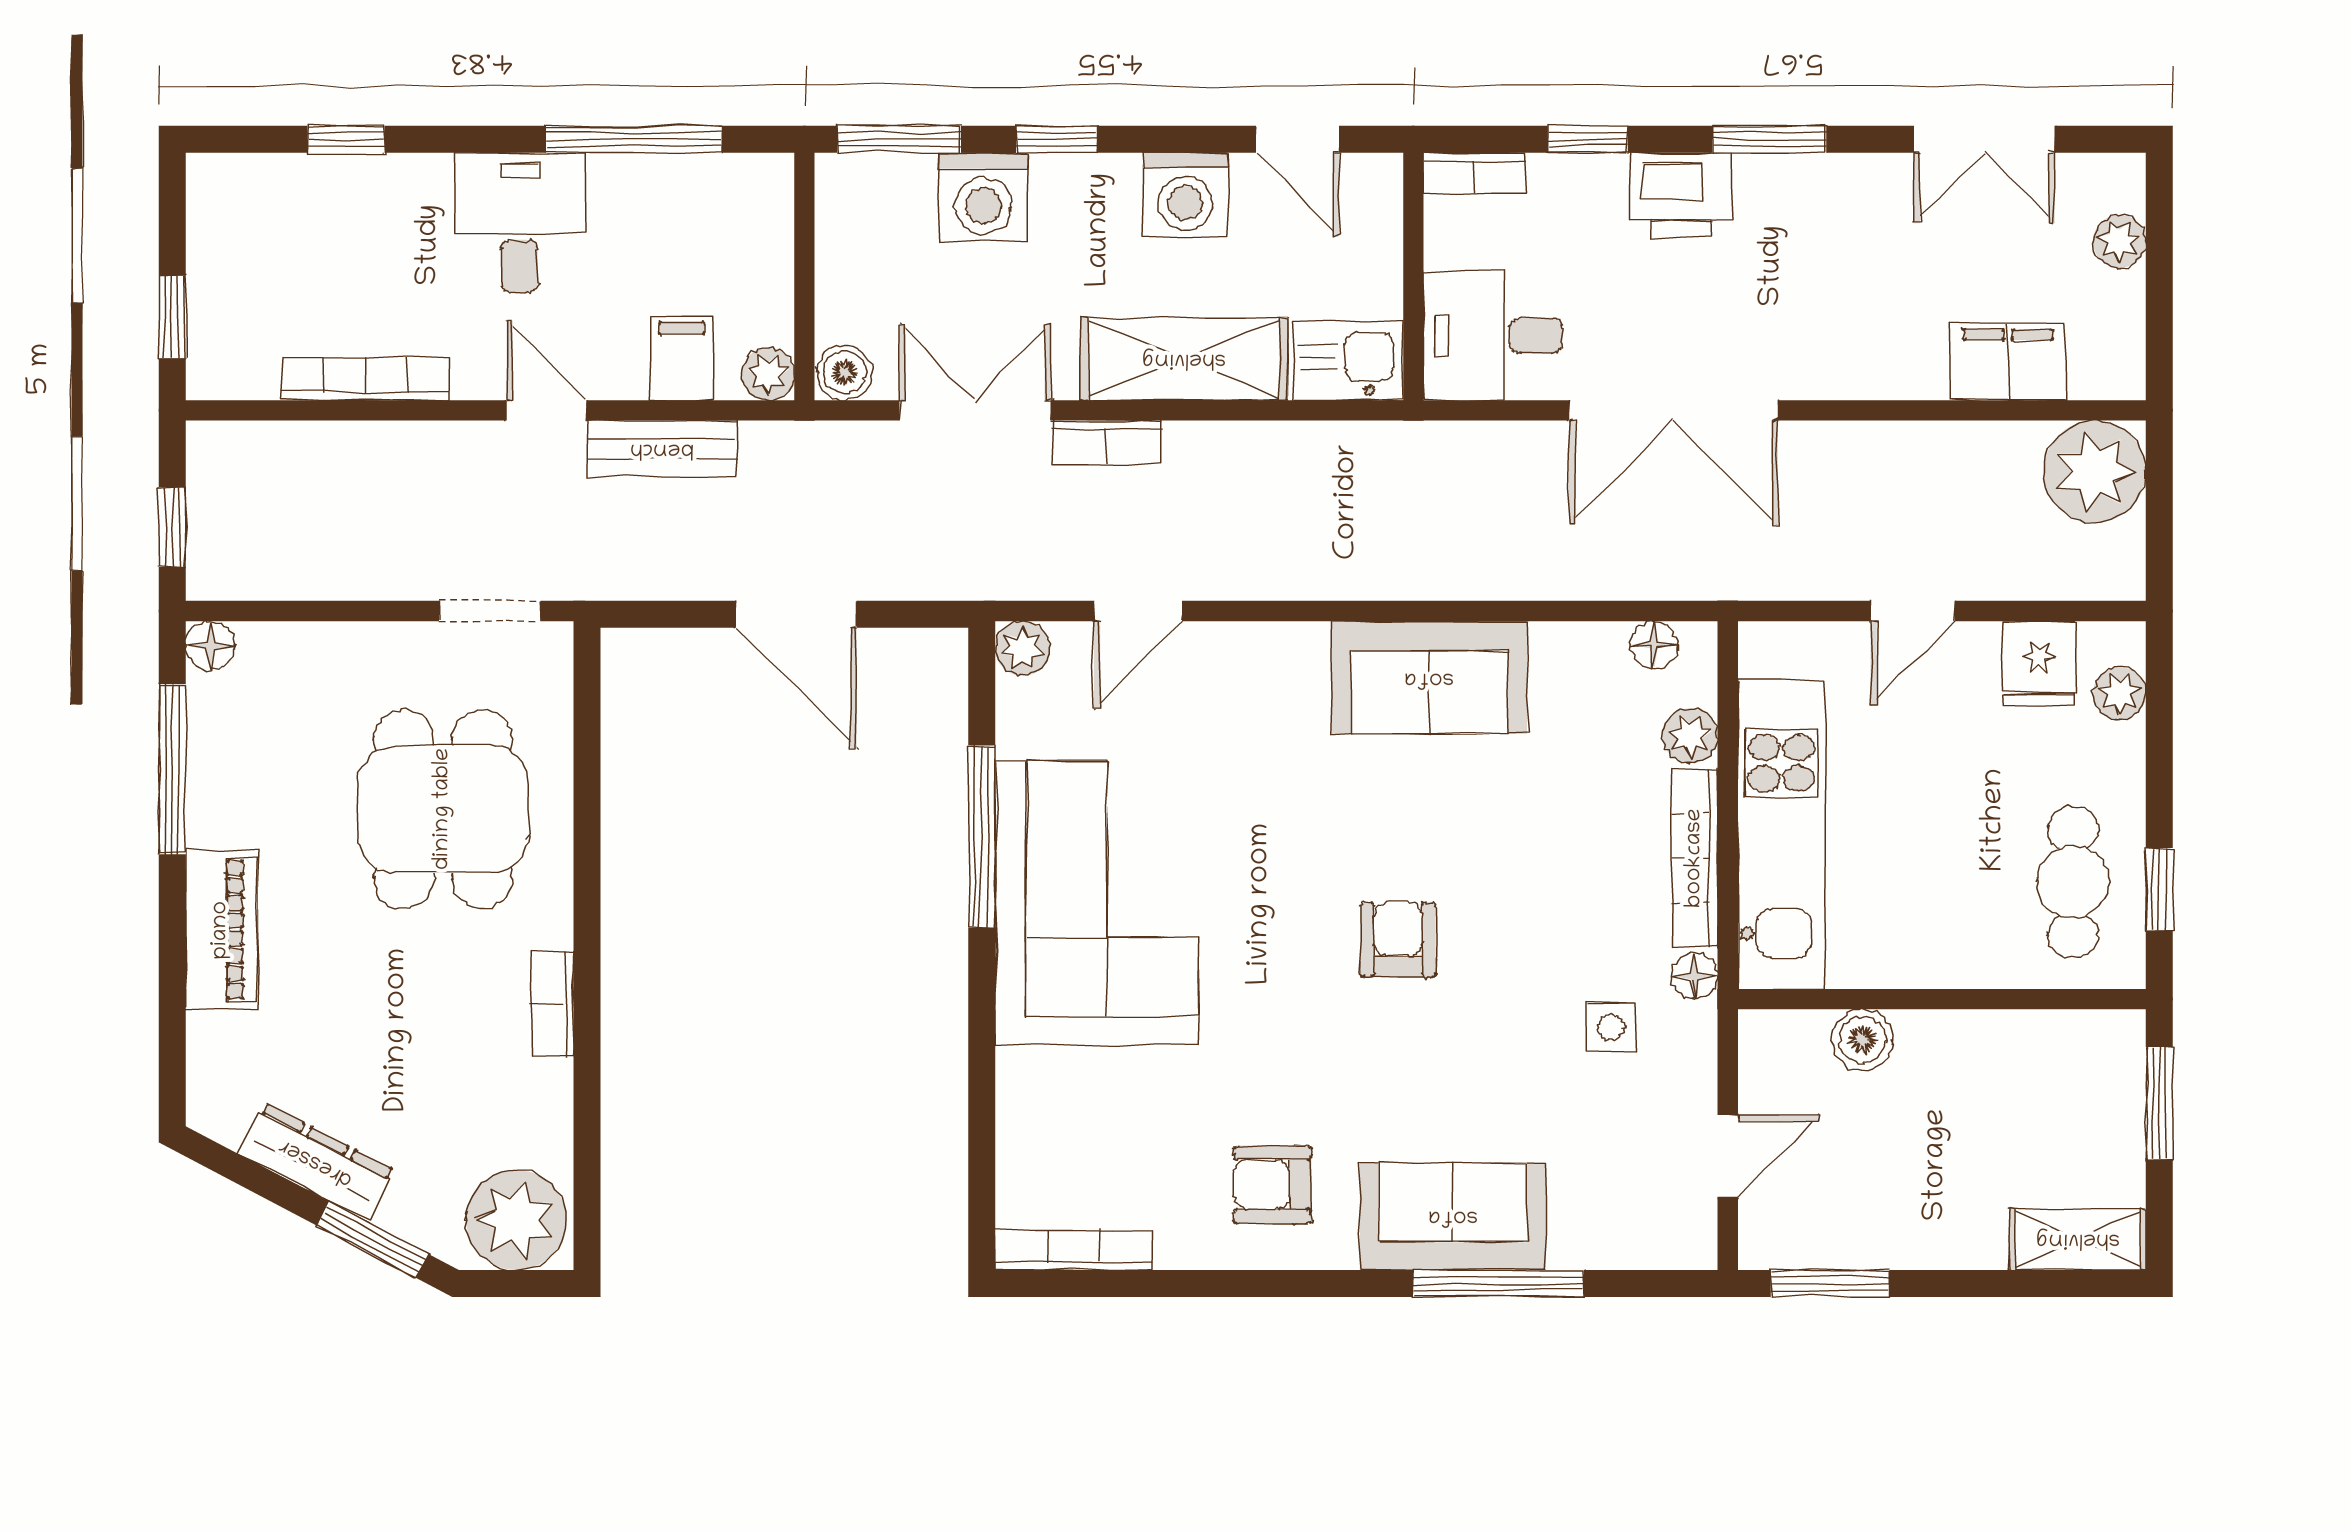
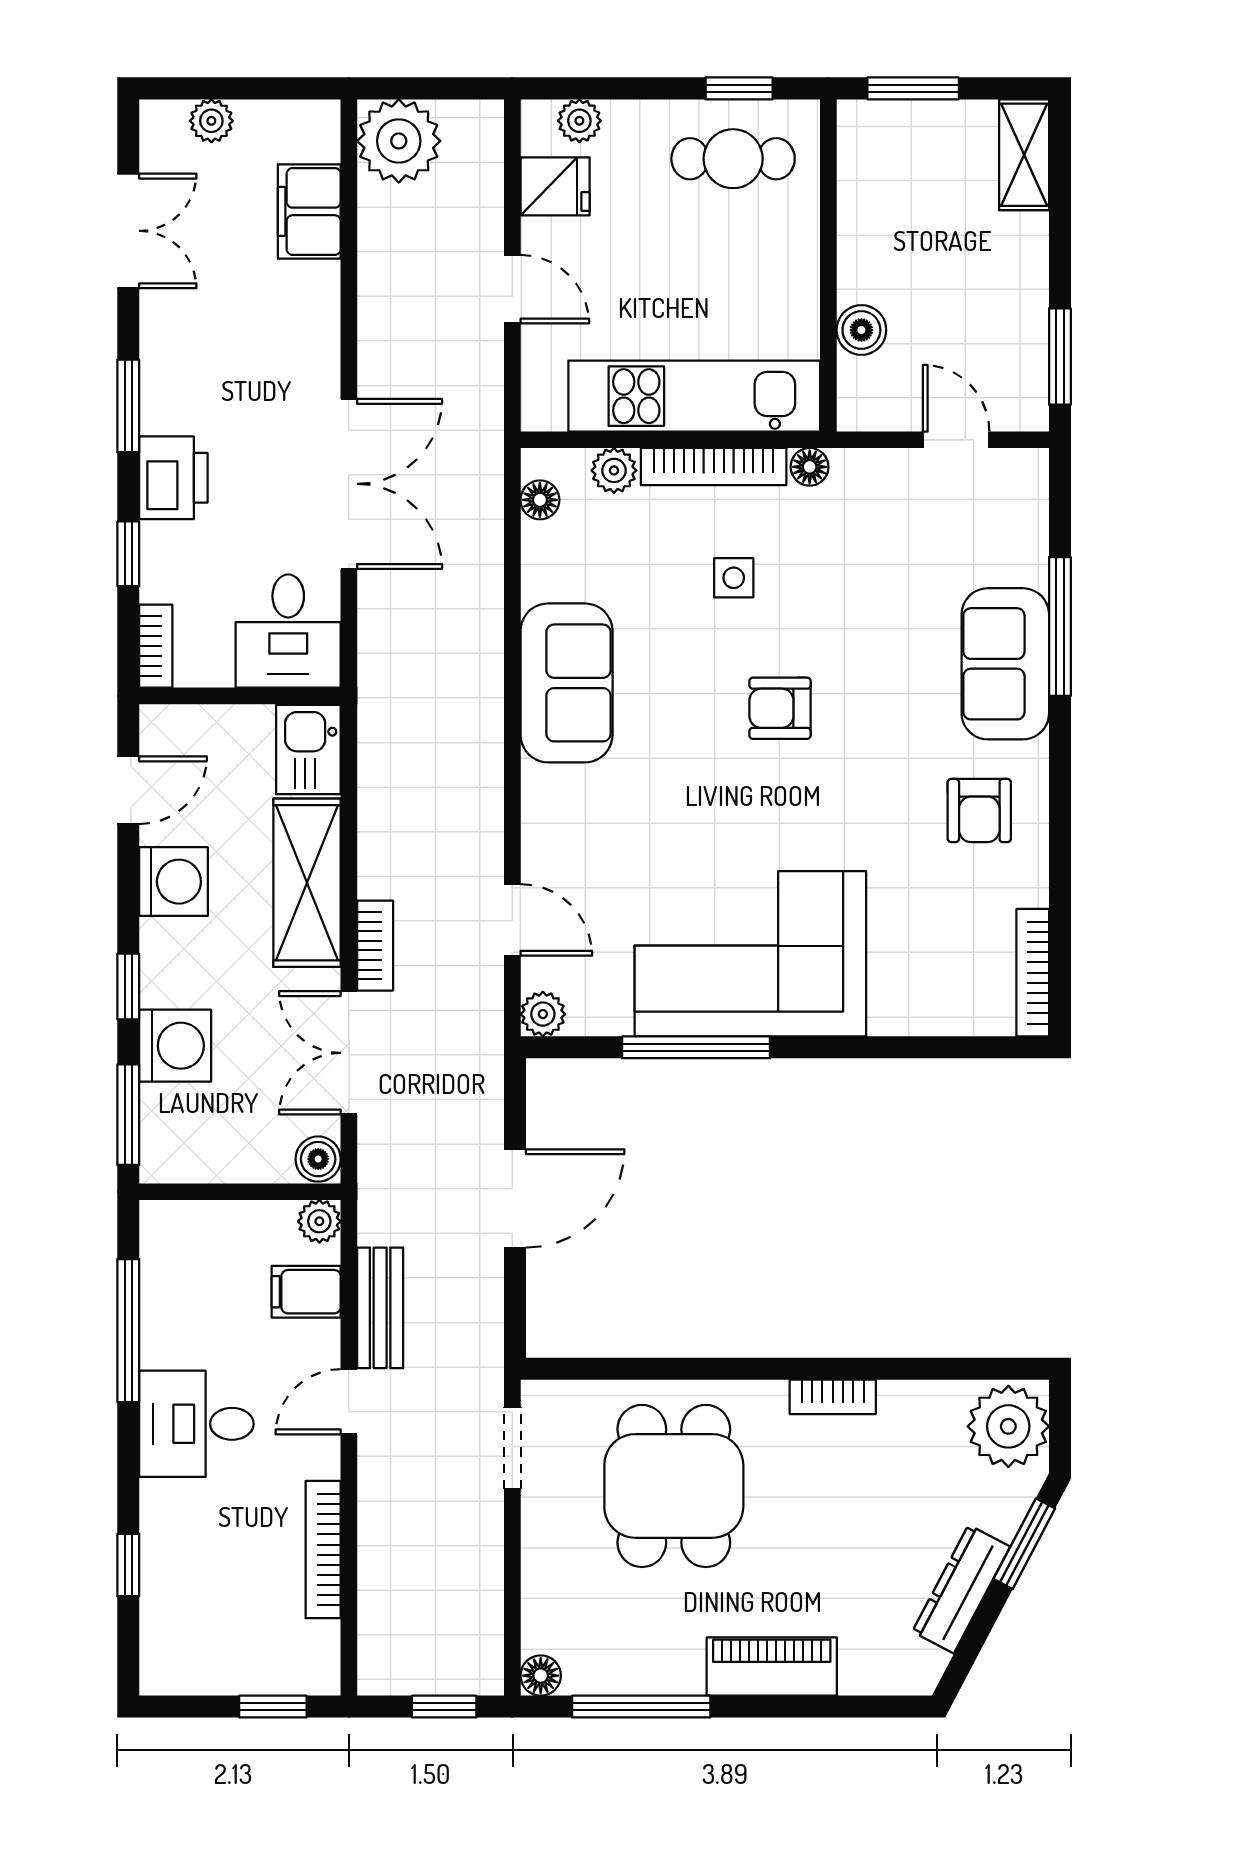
dining table: (443, 809) -> (674, 1486), turned 90
side table: (1611, 1027) -> (734, 578), moved

